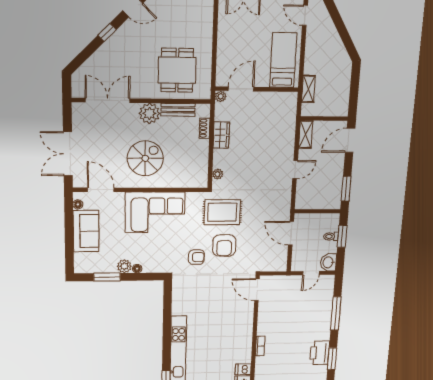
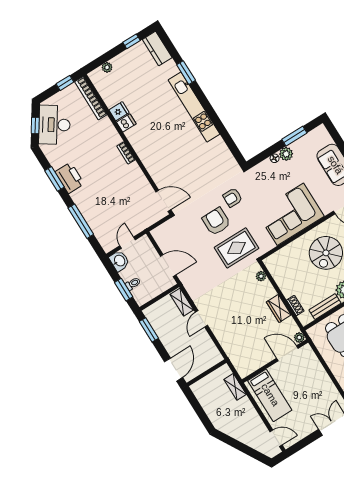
door: (241, 89) -> (287, 353), swing flipped
shelving: (306, 134) -> (182, 302), moved

